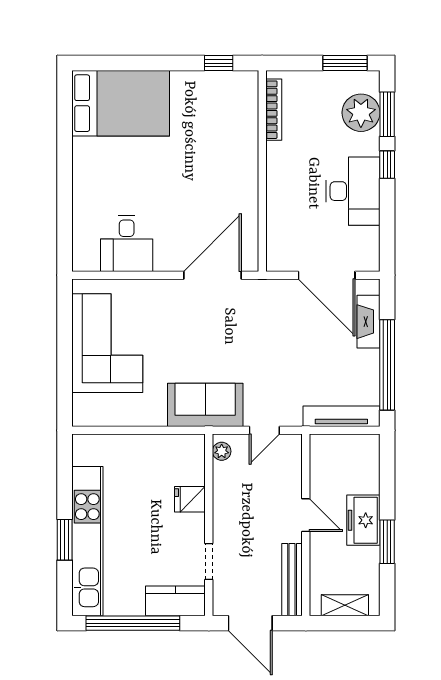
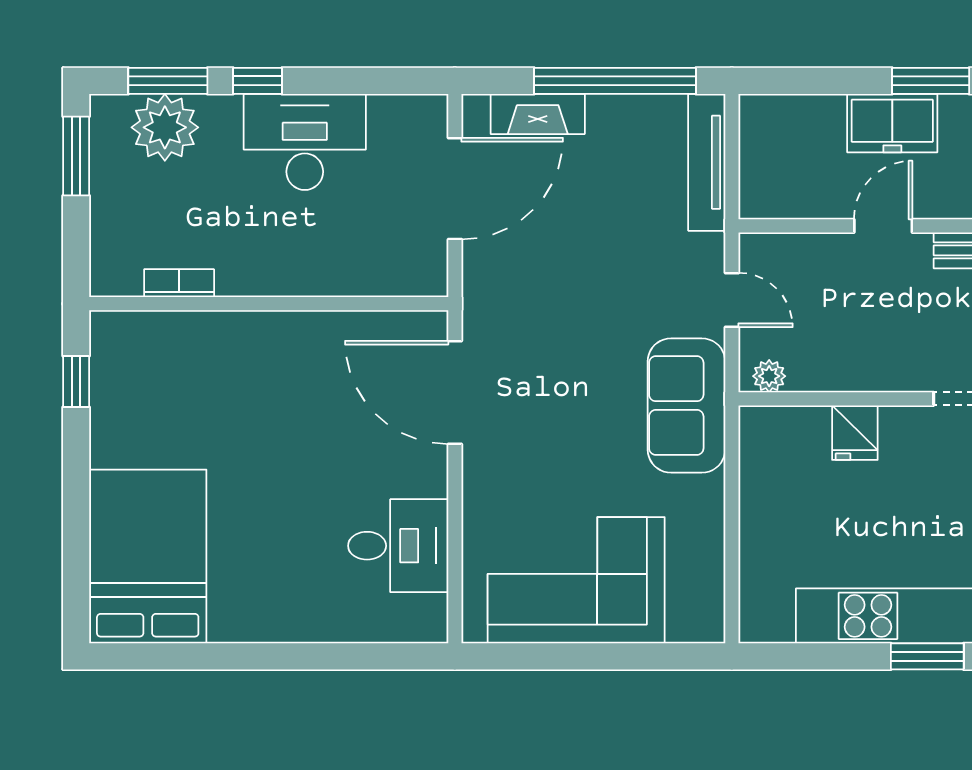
bookcase: (274, 110) -> (179, 283), width x0.64

